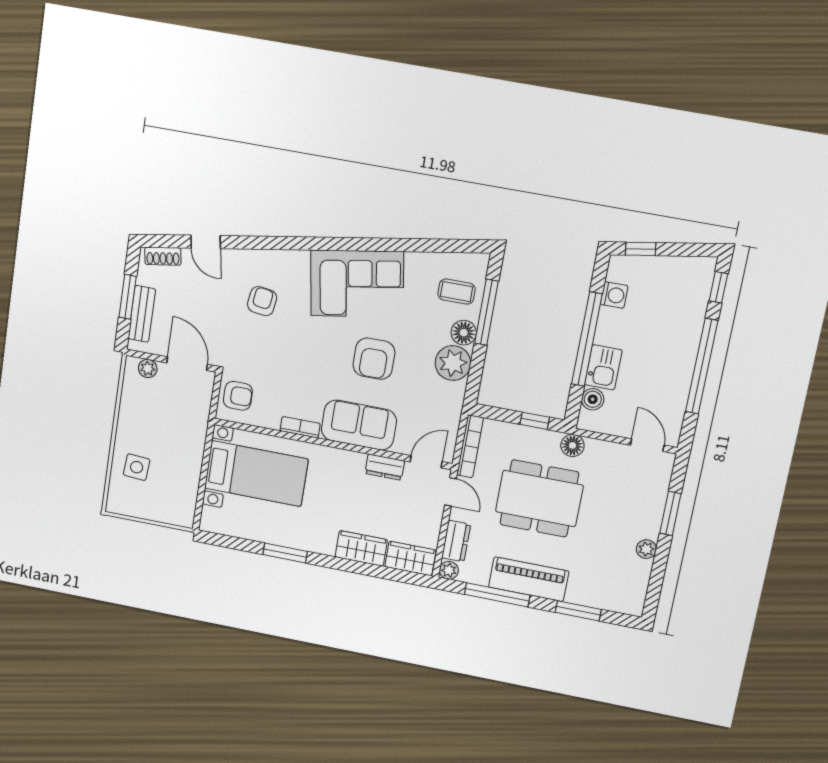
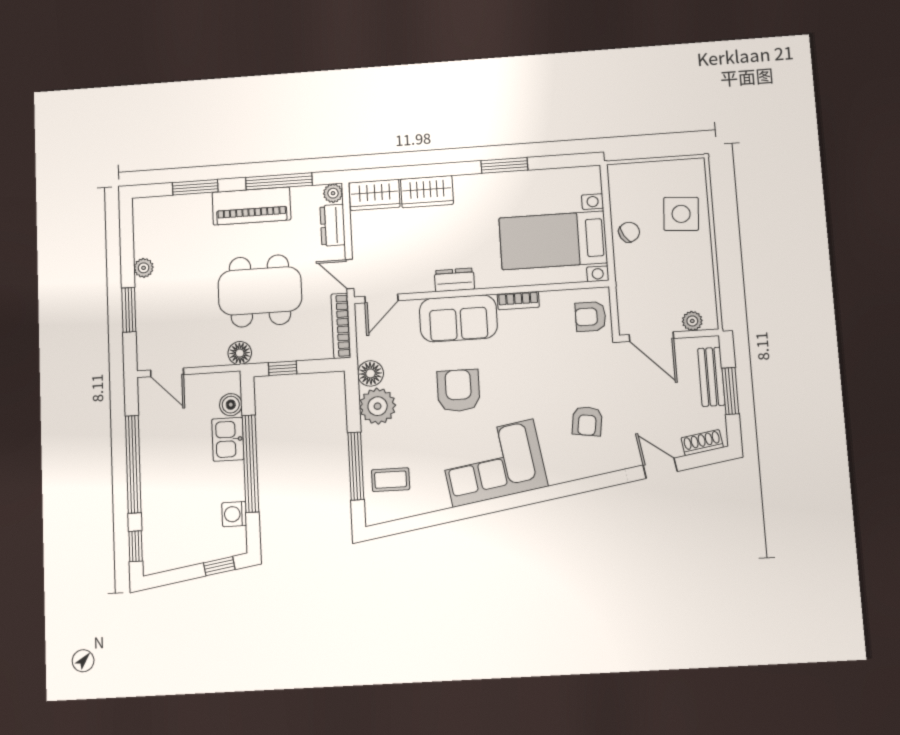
floor lamp: (464, 333) -> (370, 373), moved
chair: (186, 463) -> (629, 232), added
side table: (137, 467) -> (681, 214), width x1.37, depth x1.37
dresser: (385, 467) -> (454, 280), moved

